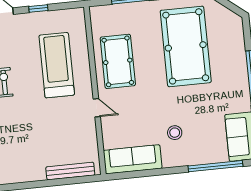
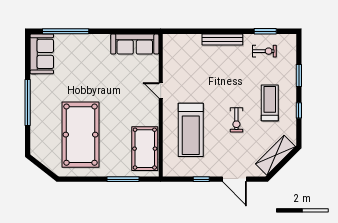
pool table: (118, 61) -> (145, 149), moved
stool: (175, 133) -> (97, 63), removed
bench: (70, 171) -> (222, 40), moved

